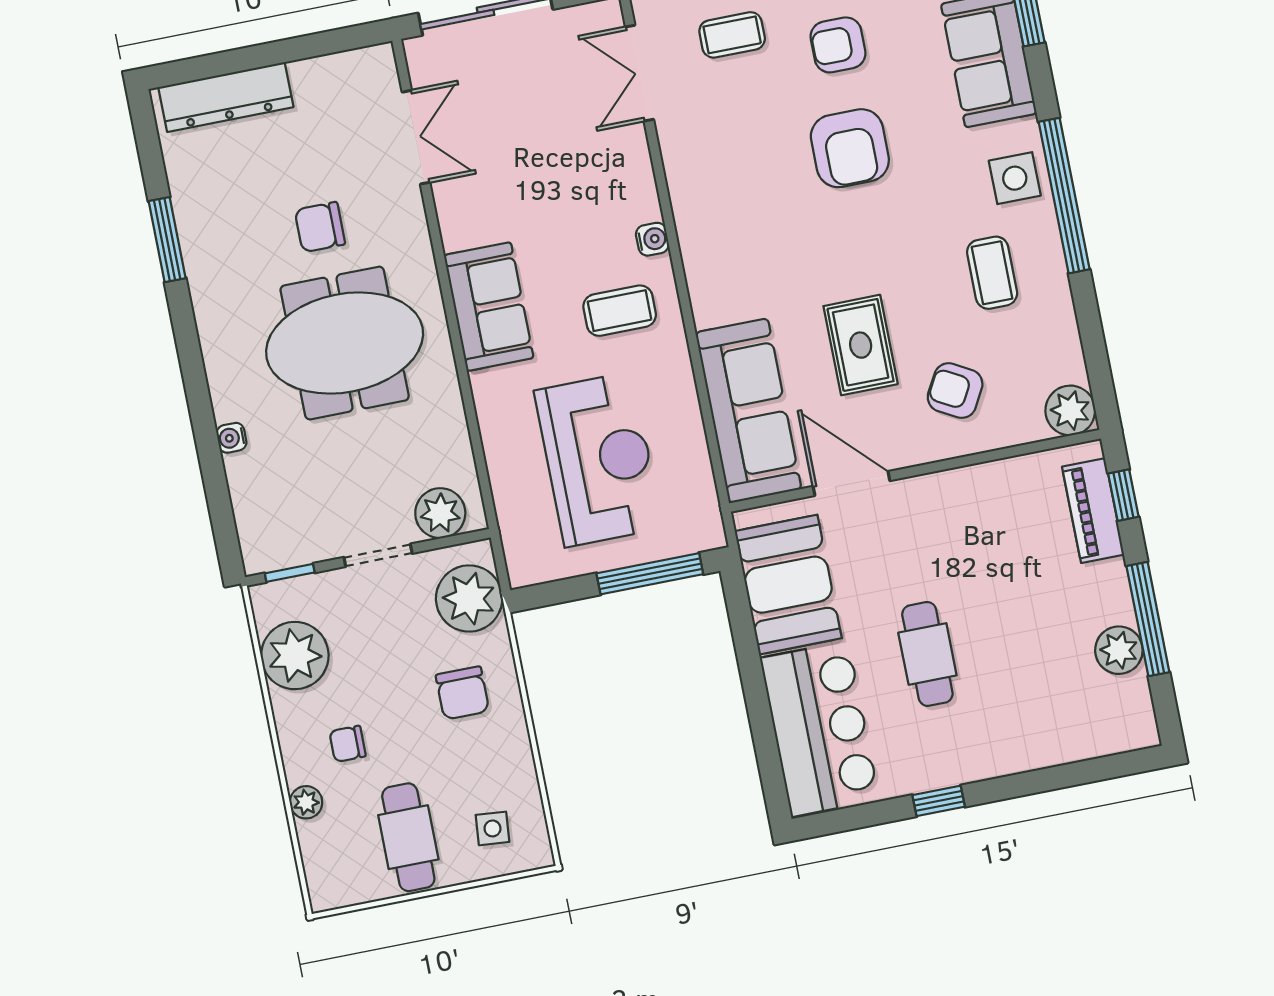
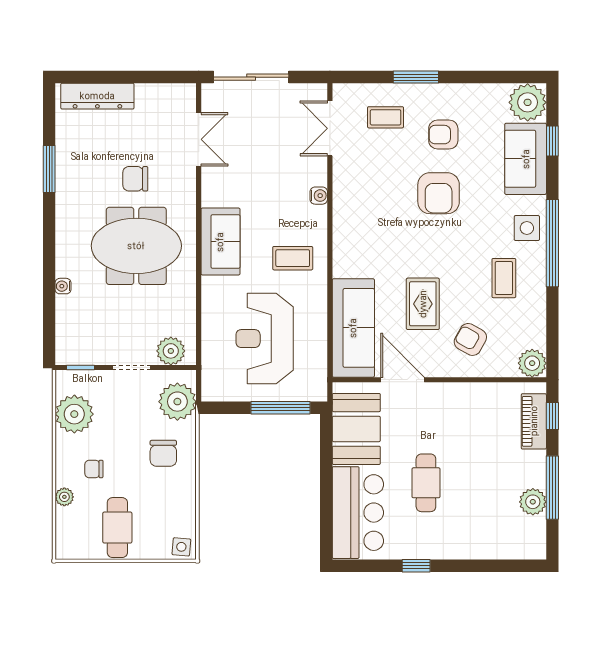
water cooler: (652, 239) -> (319, 196), moved
reception desk: (598, 459) -> (265, 339), turned 180
side table: (492, 828) -> (181, 547), moved

